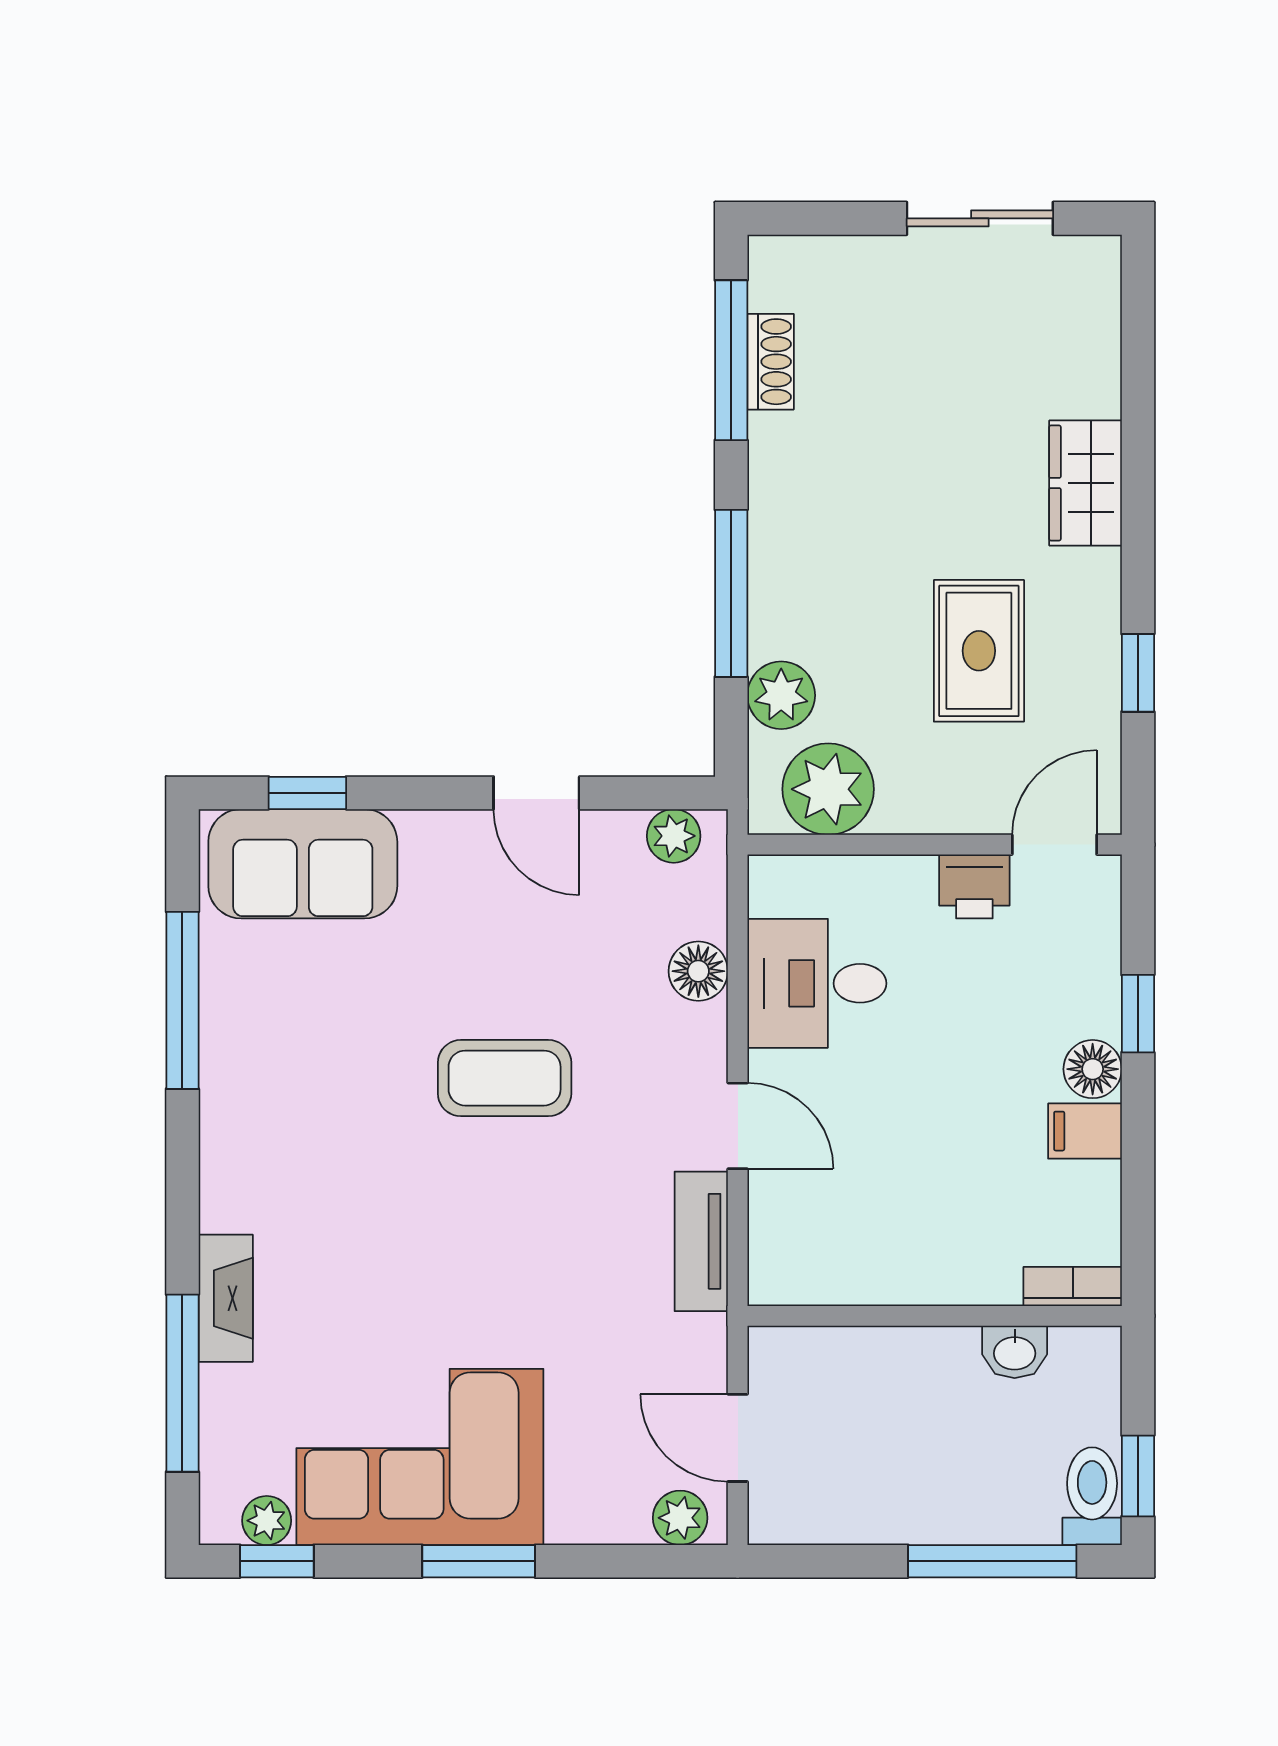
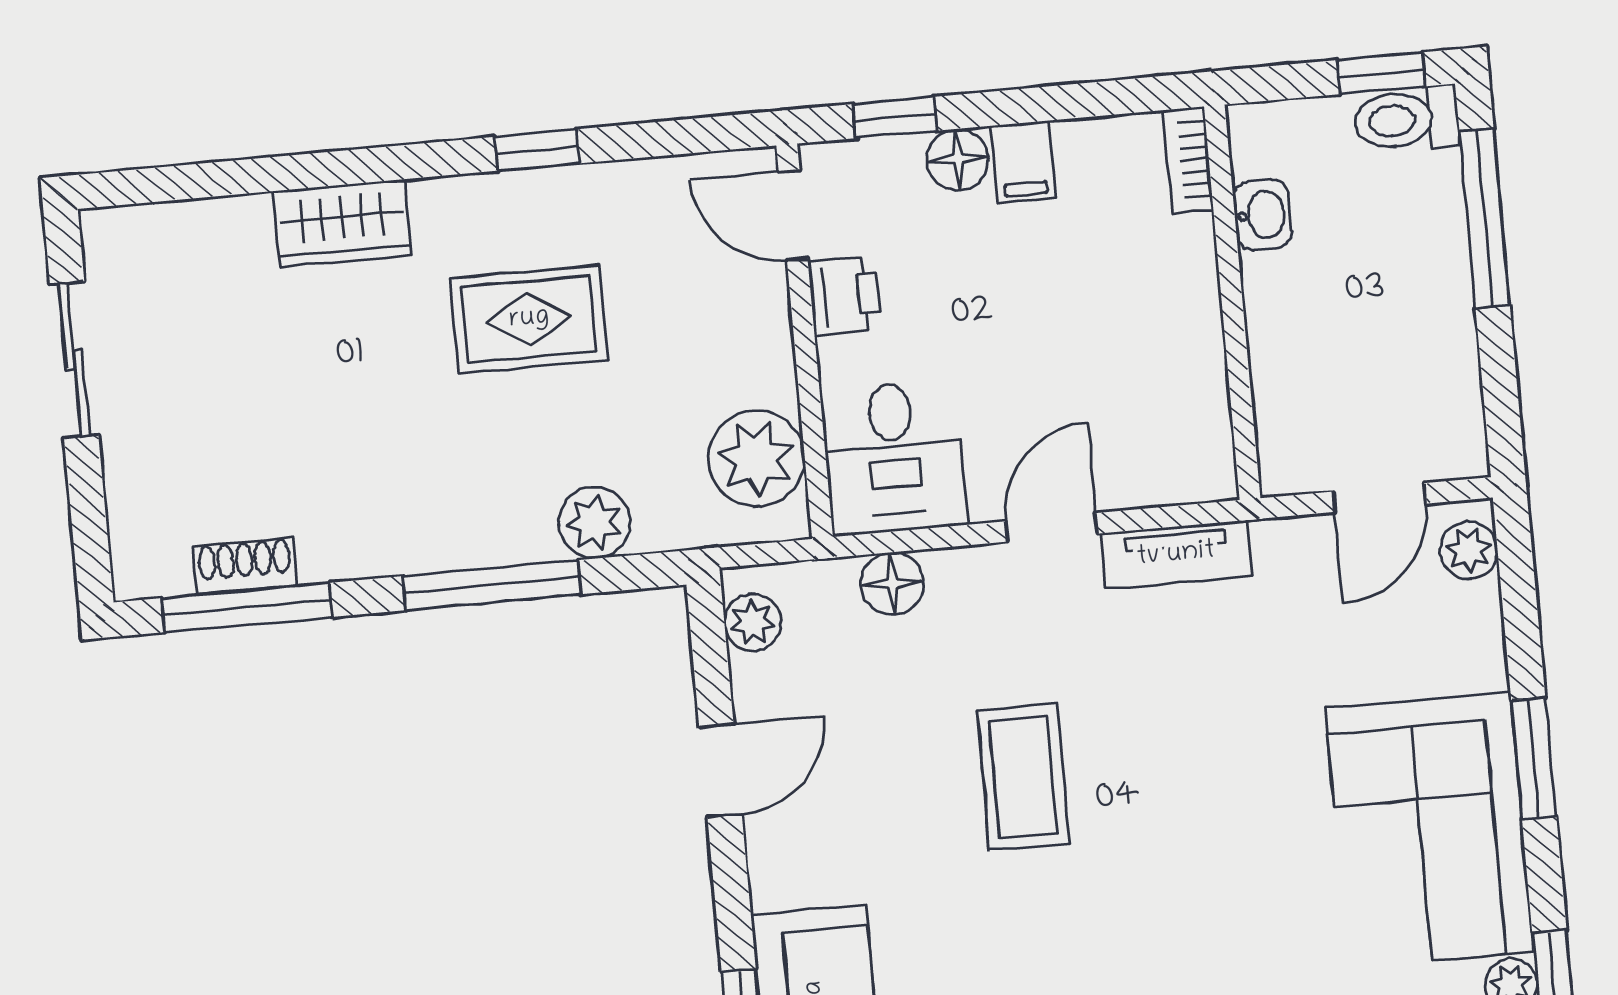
plant: (828, 789) -> (756, 458), moved
wall: (935, 845) -> (805, 341), moved
door: (1054, 845) -> (793, 215), moved
printer: (974, 886) -> (845, 295), moved

